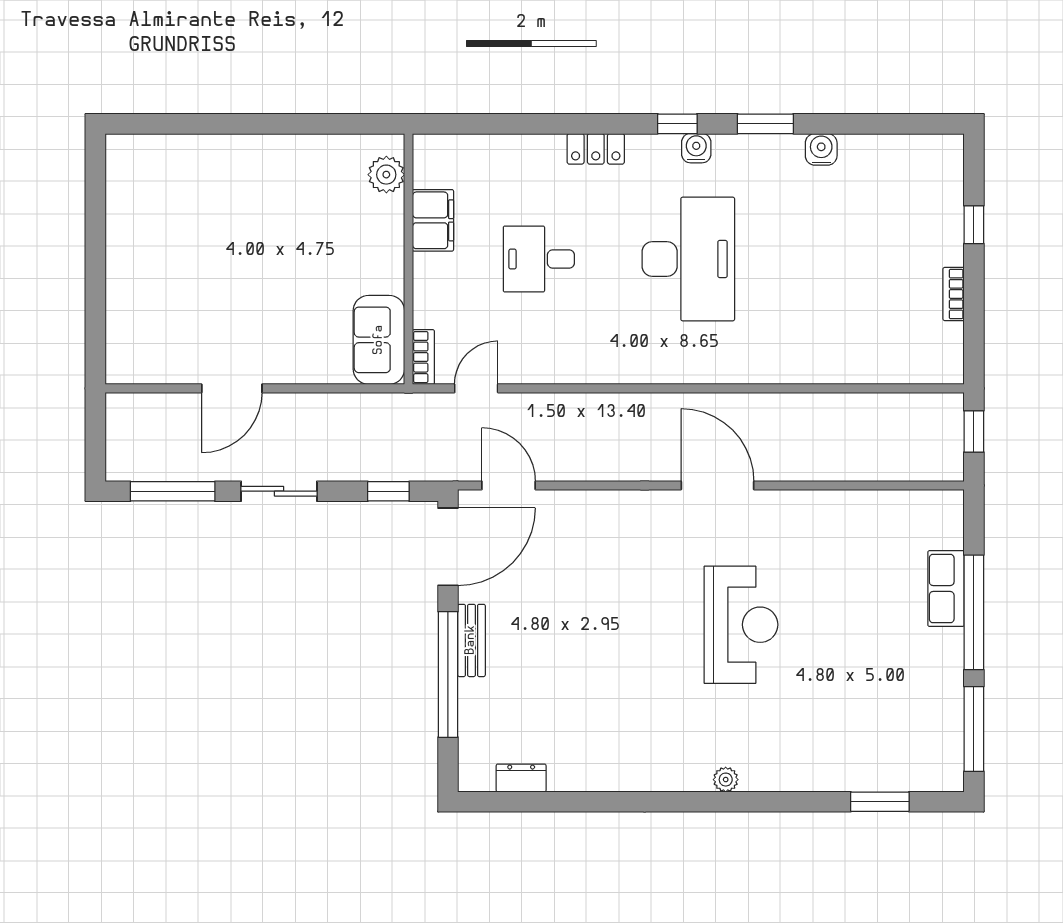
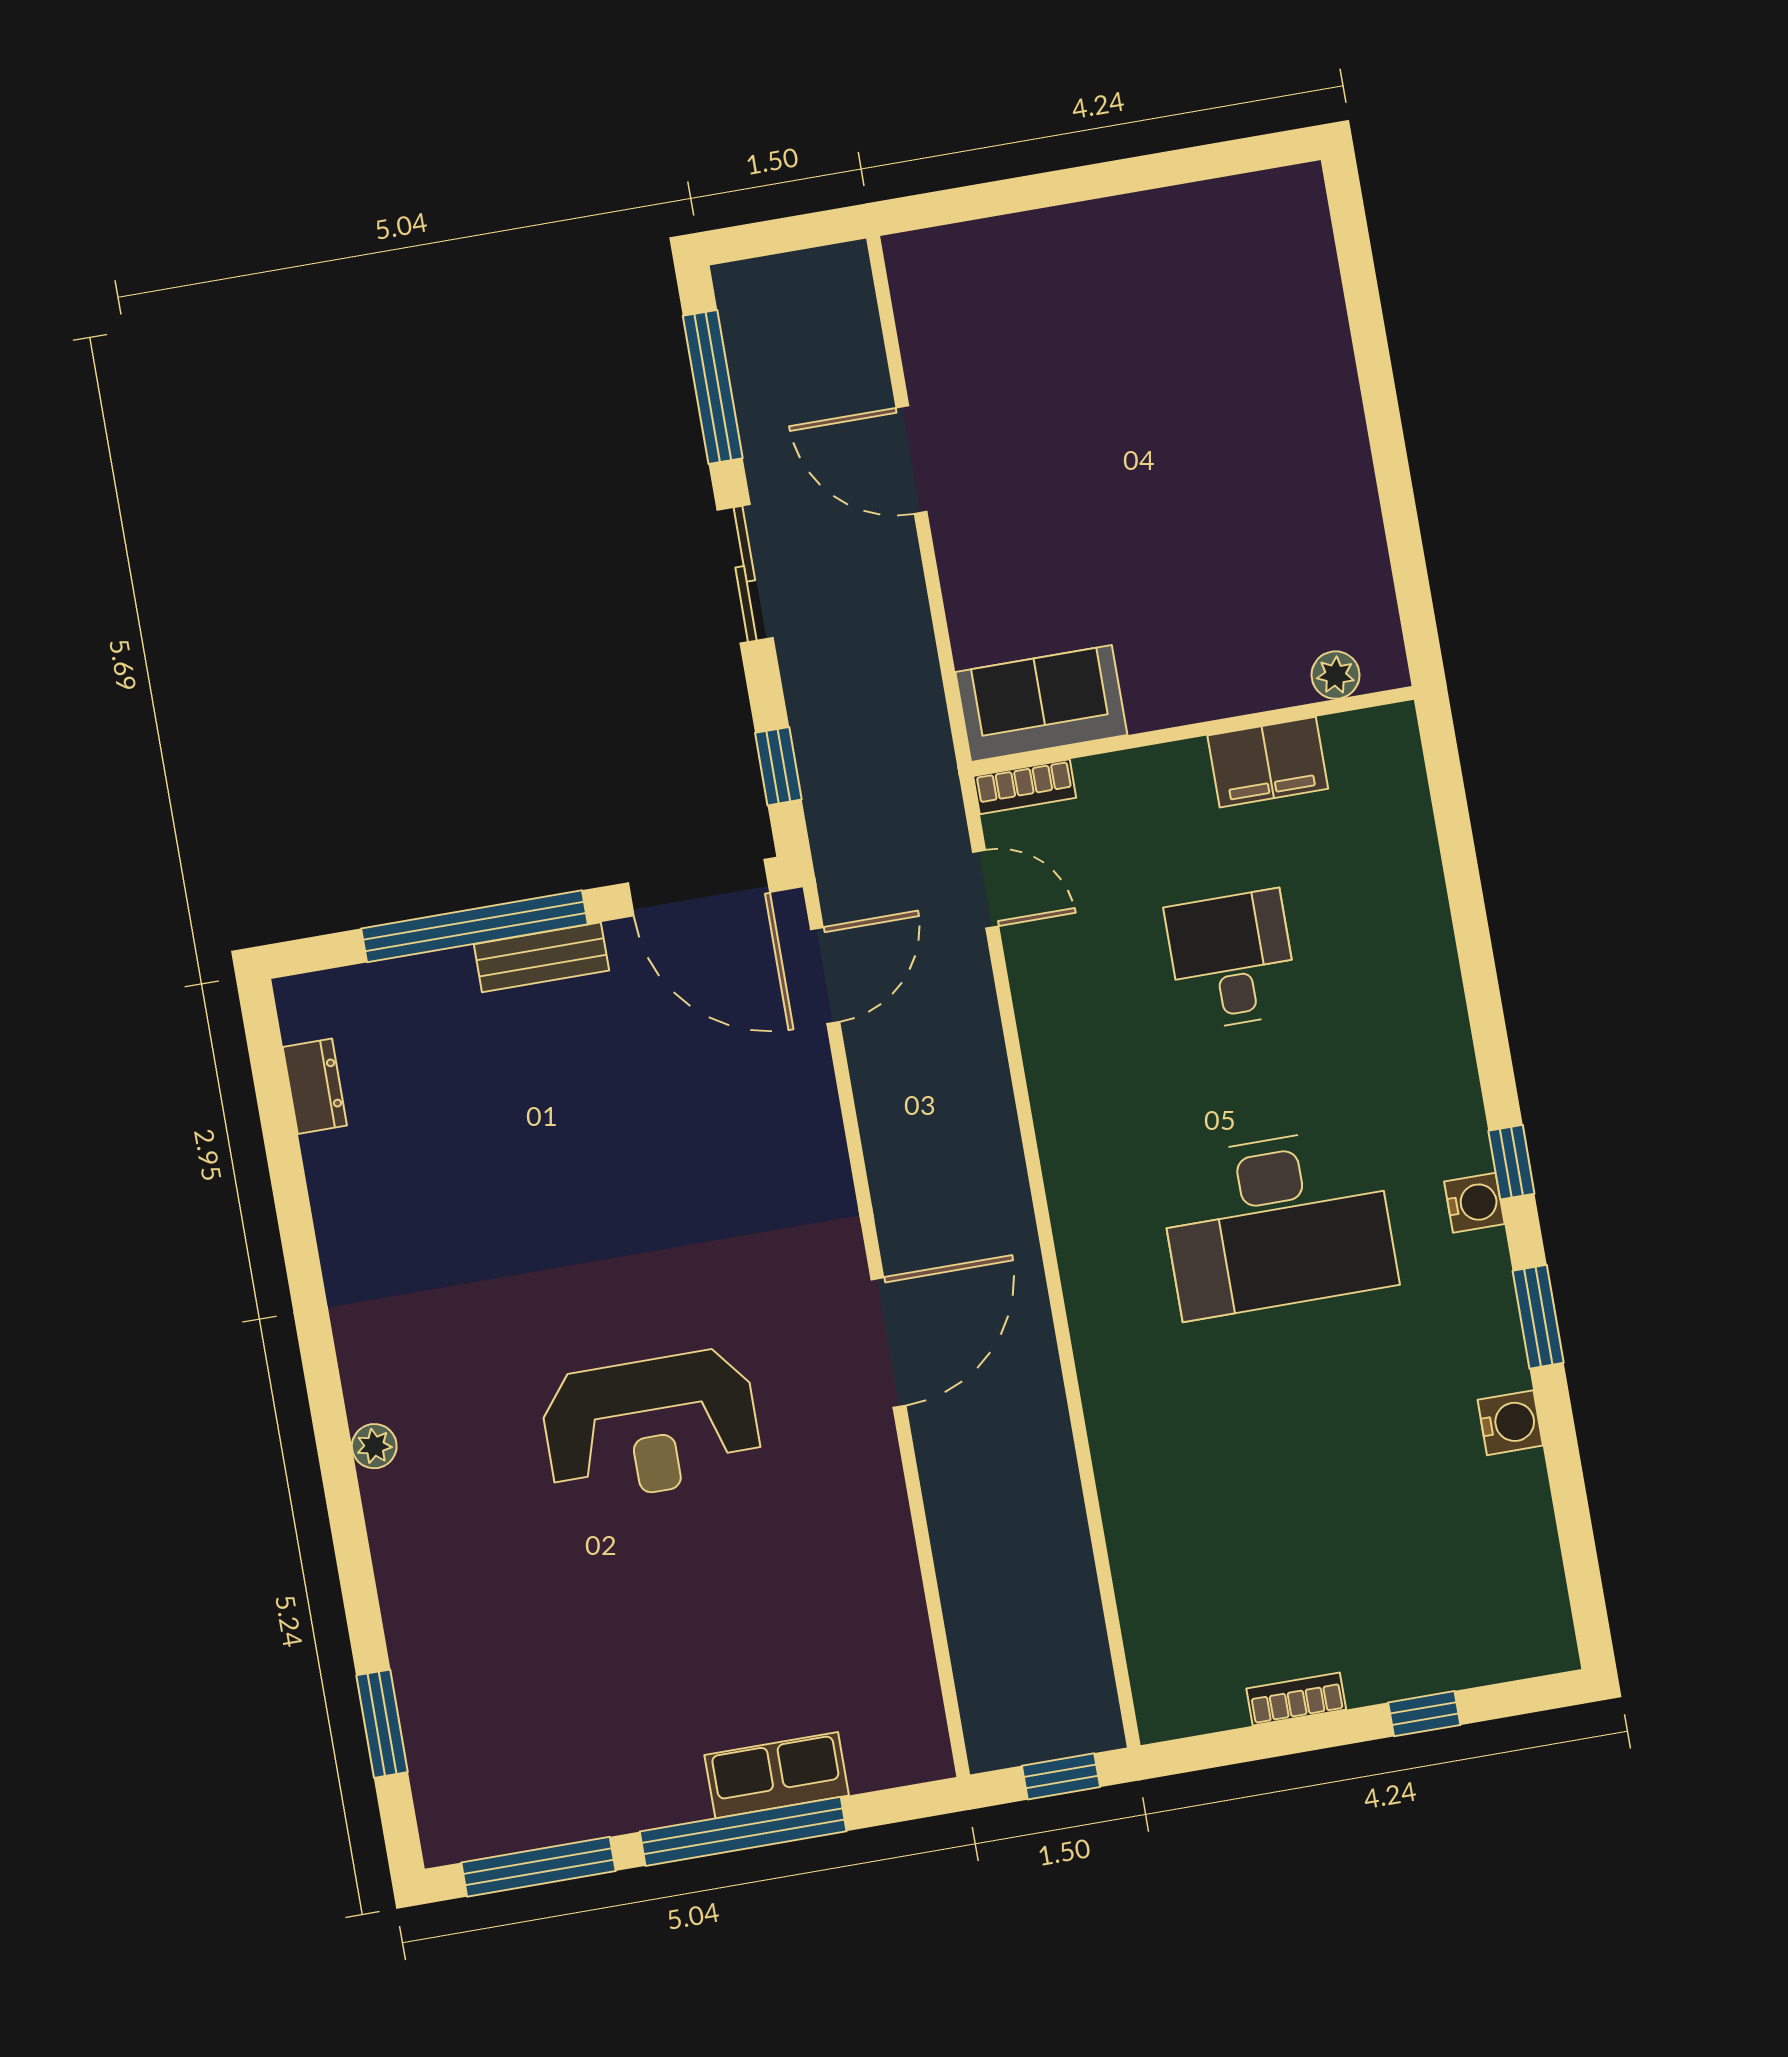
locker: (596, 149) -> (1443, 1026), removed
plant: (386, 175) -> (1336, 675), width x0.73, depth x0.73

